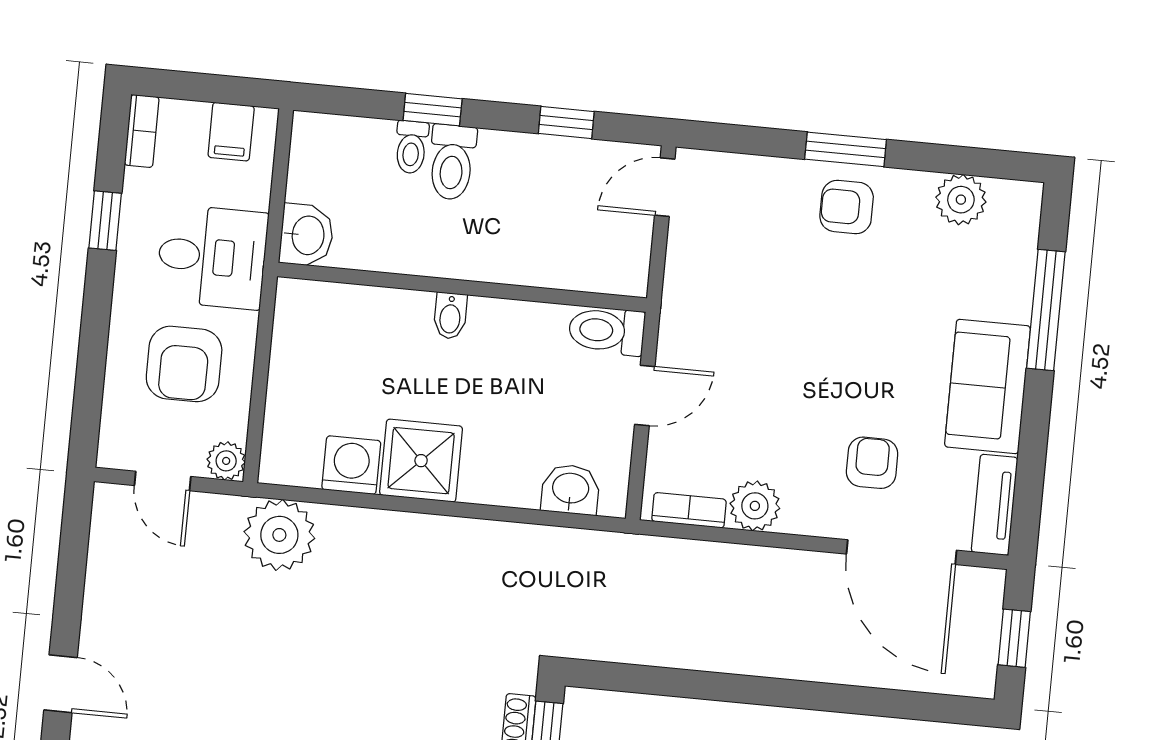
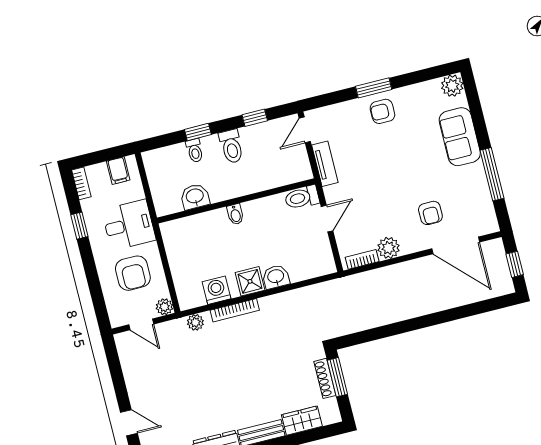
toilet: (452, 162) -> (231, 146), moved
plant: (961, 200) -> (452, 86), moved
washbasin: (307, 235) -> (195, 197), moved, turned -90
window: (1046, 310) -> (492, 174), moved
sofa: (988, 386) -> (460, 137), moved
shower: (421, 461) -> (250, 281), width x0.73, depth x0.73
armchair: (872, 463) -> (430, 213), turned 180
washbasin: (570, 489) -> (276, 277), moved
tv unit: (995, 505) -> (325, 164), moved, turned 180
bookcase: (375, 522) -> (235, 310), added
plant: (279, 535) -> (195, 322), width x0.53, depth x0.53

